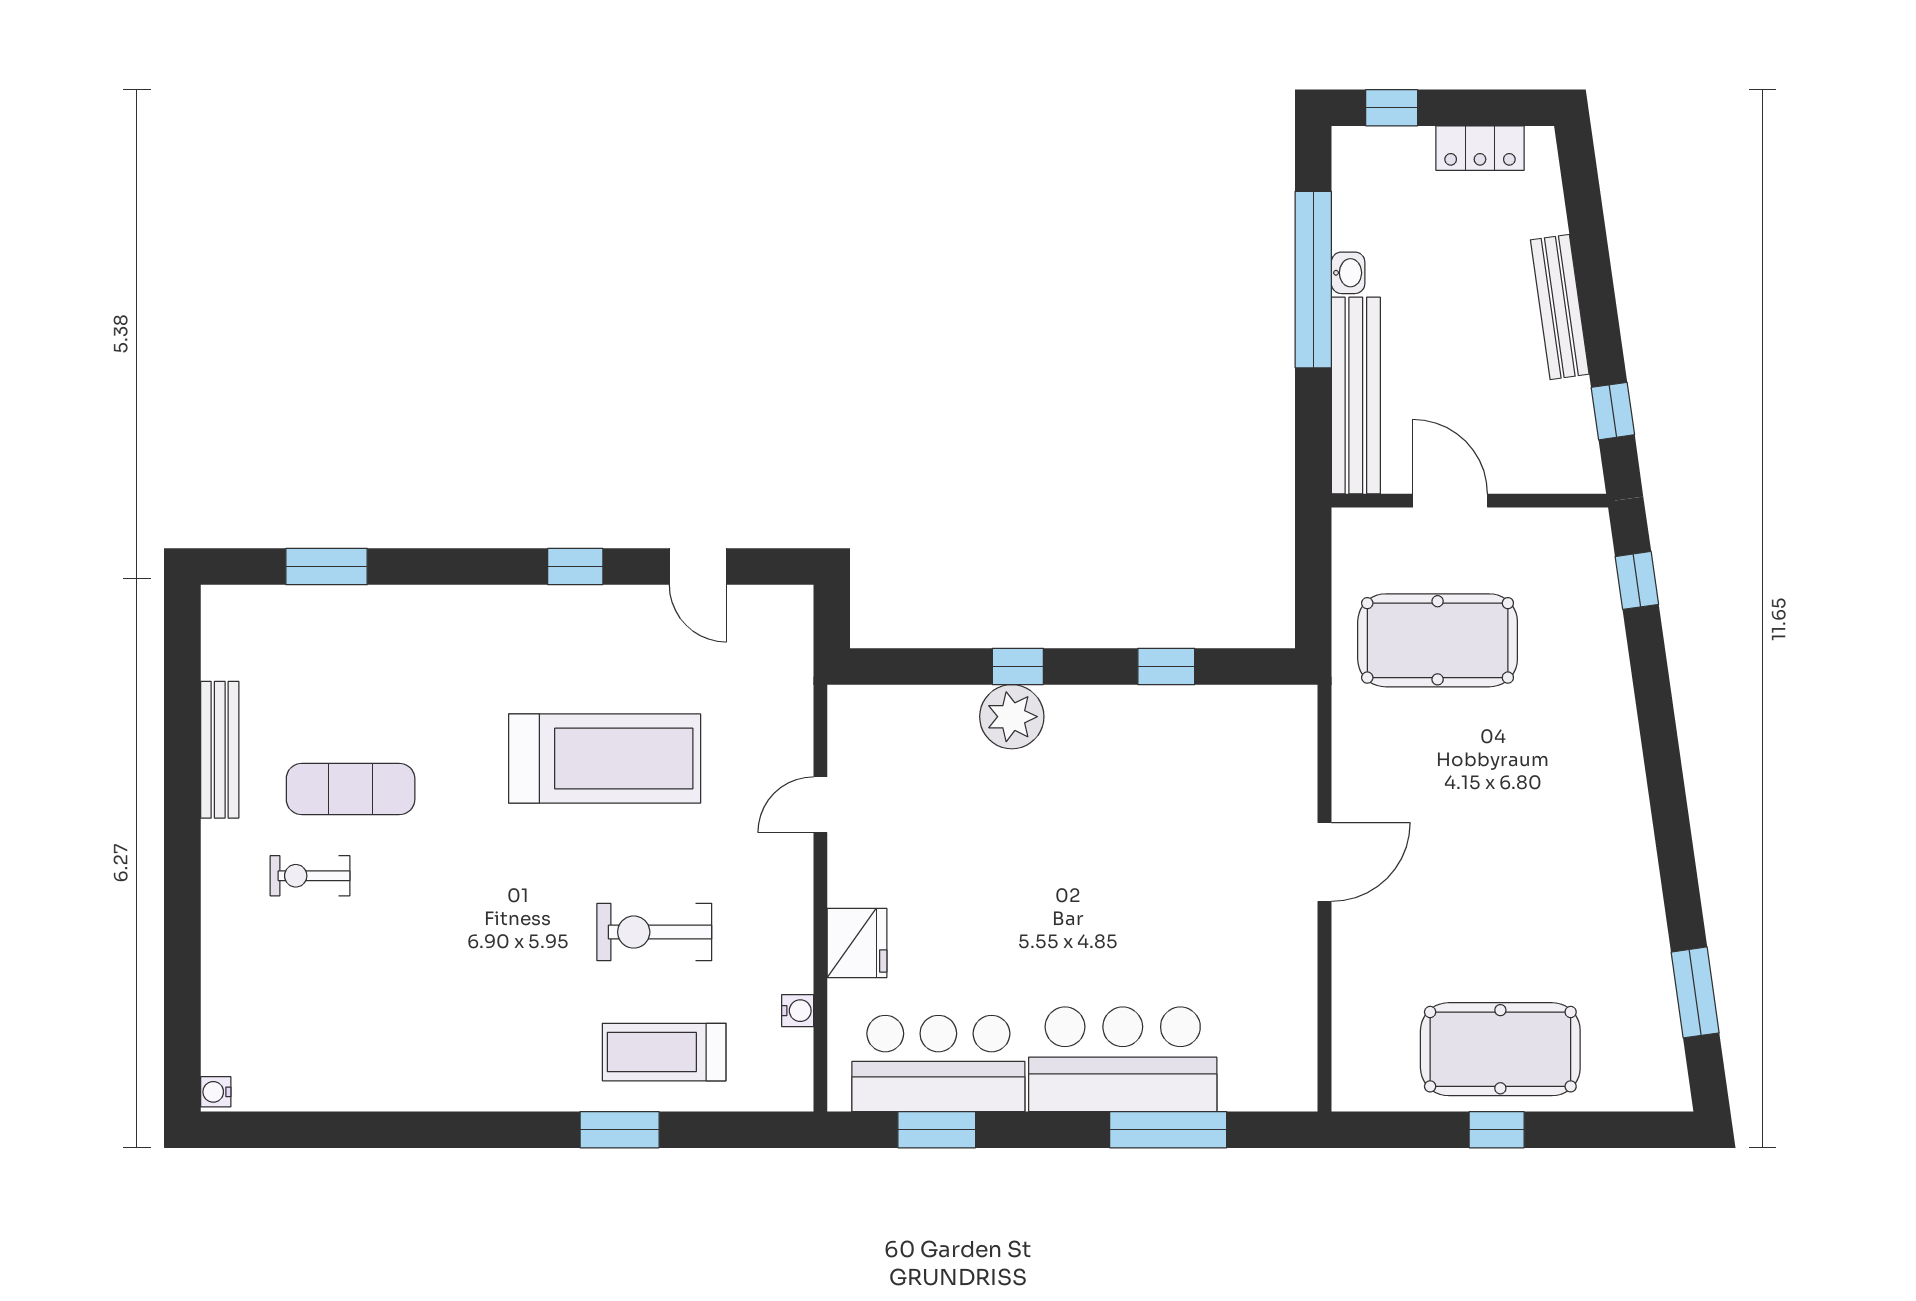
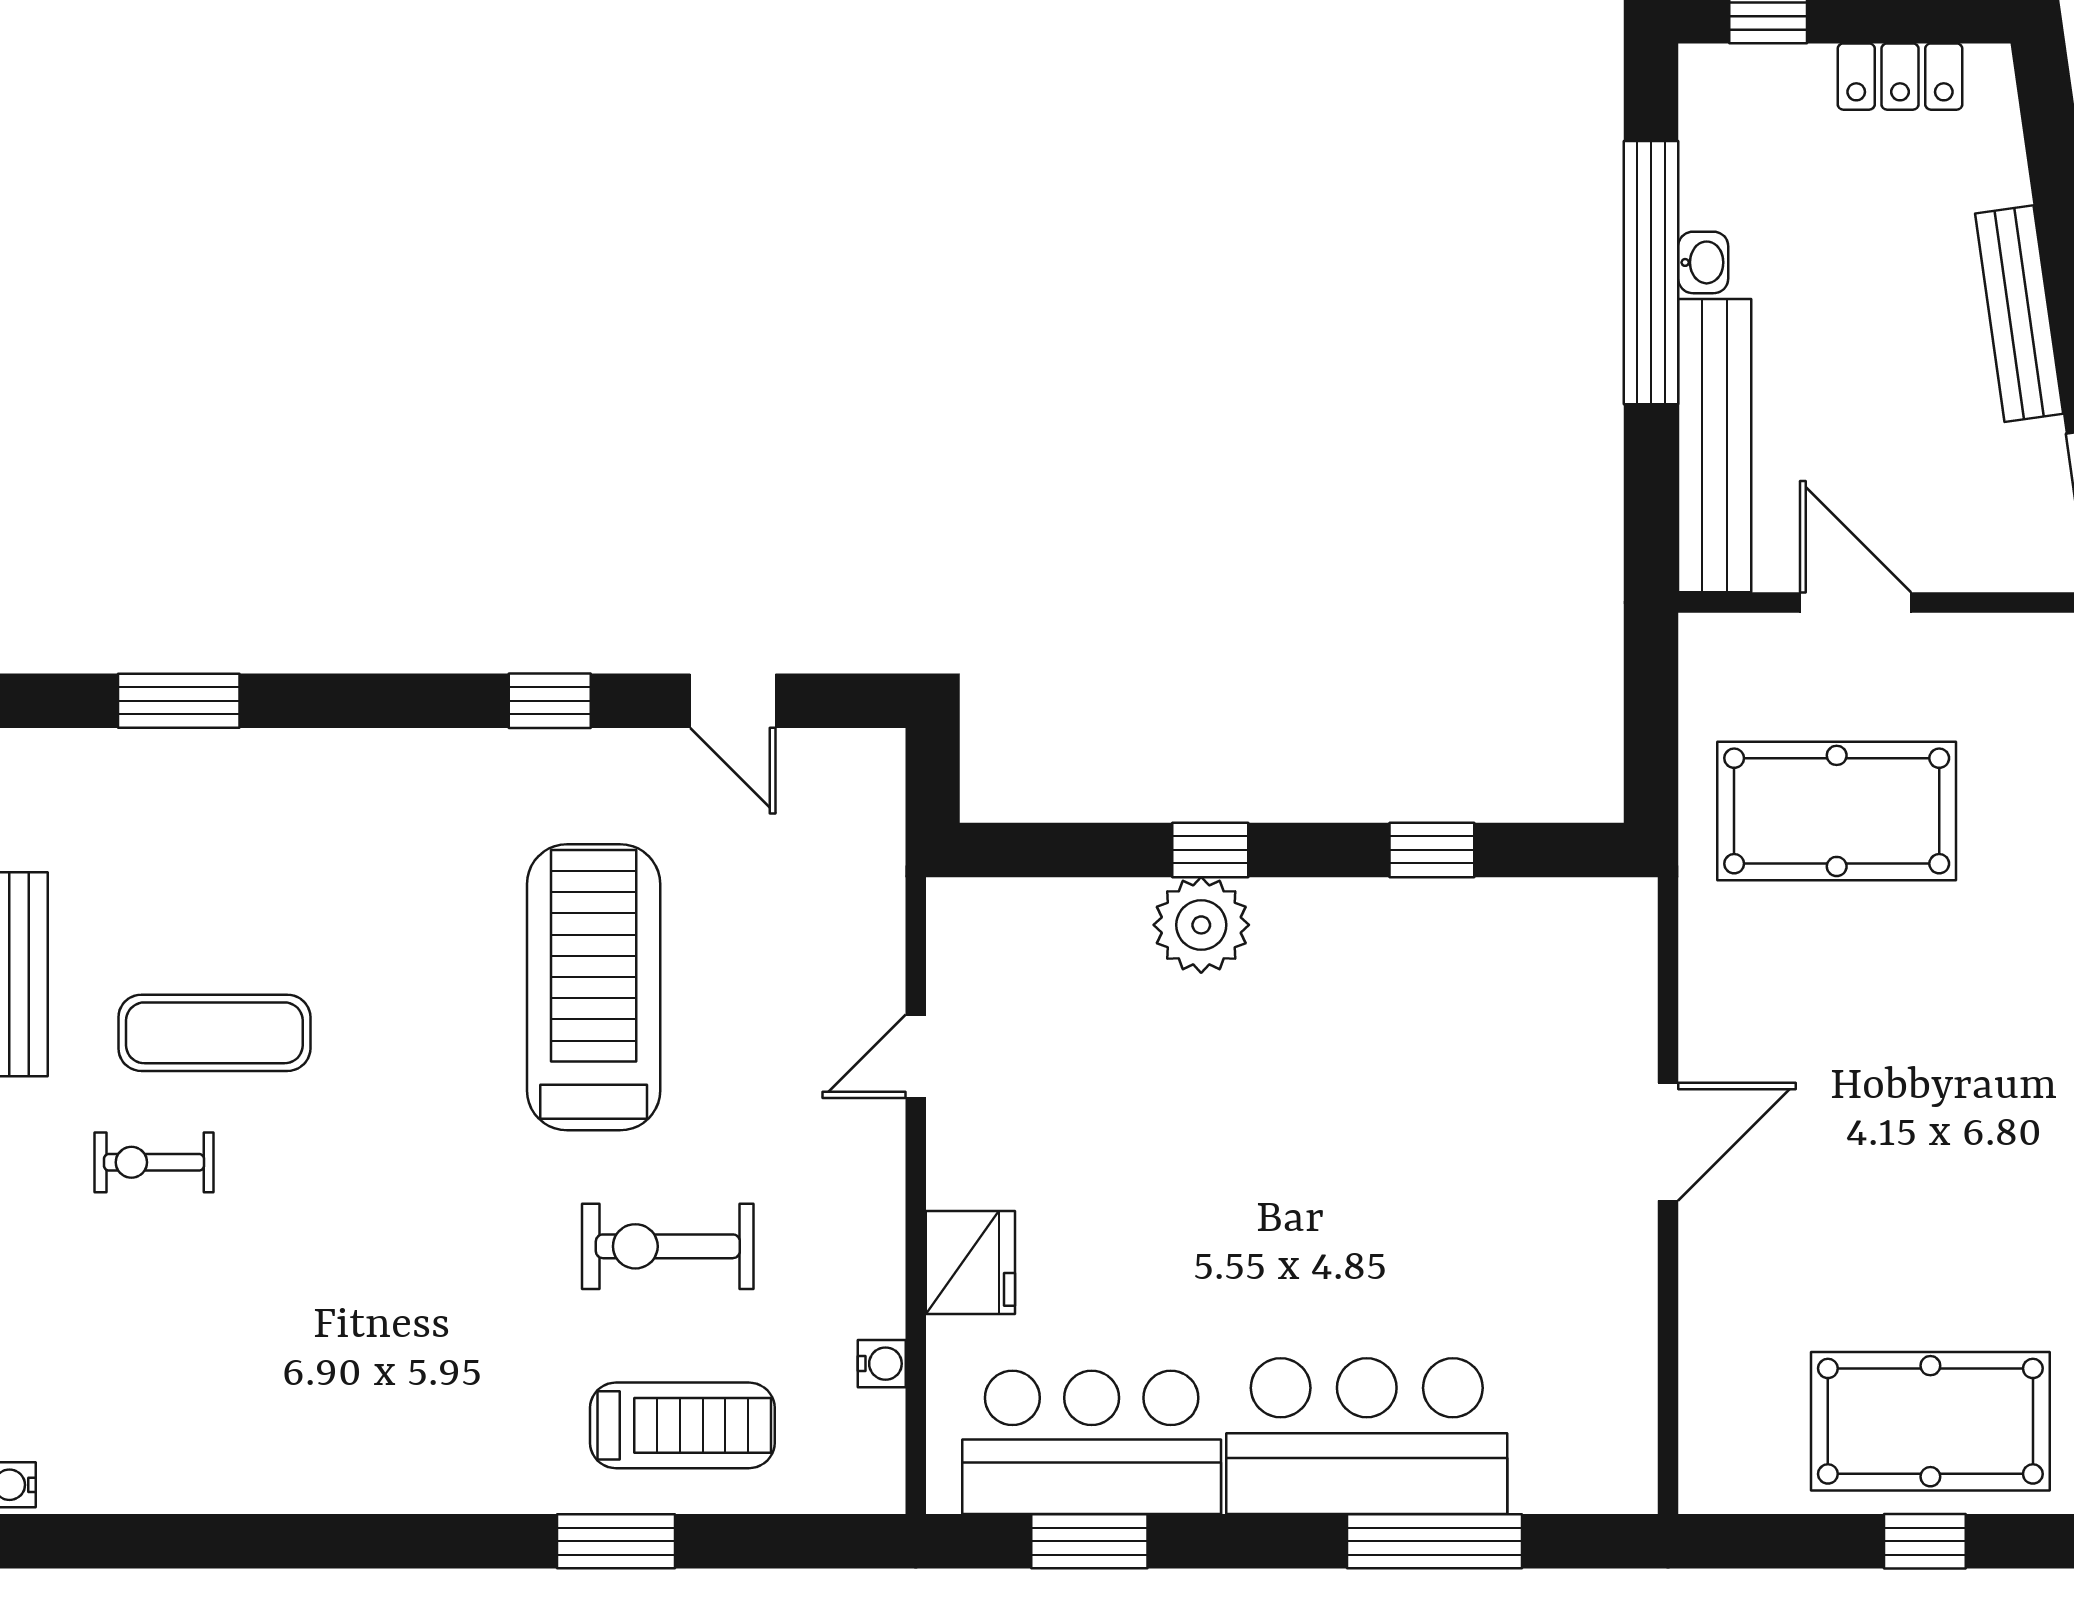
treadmill: (605, 758) -> (594, 987), turned -90
treadmill: (664, 1052) -> (682, 1425), turned 180

